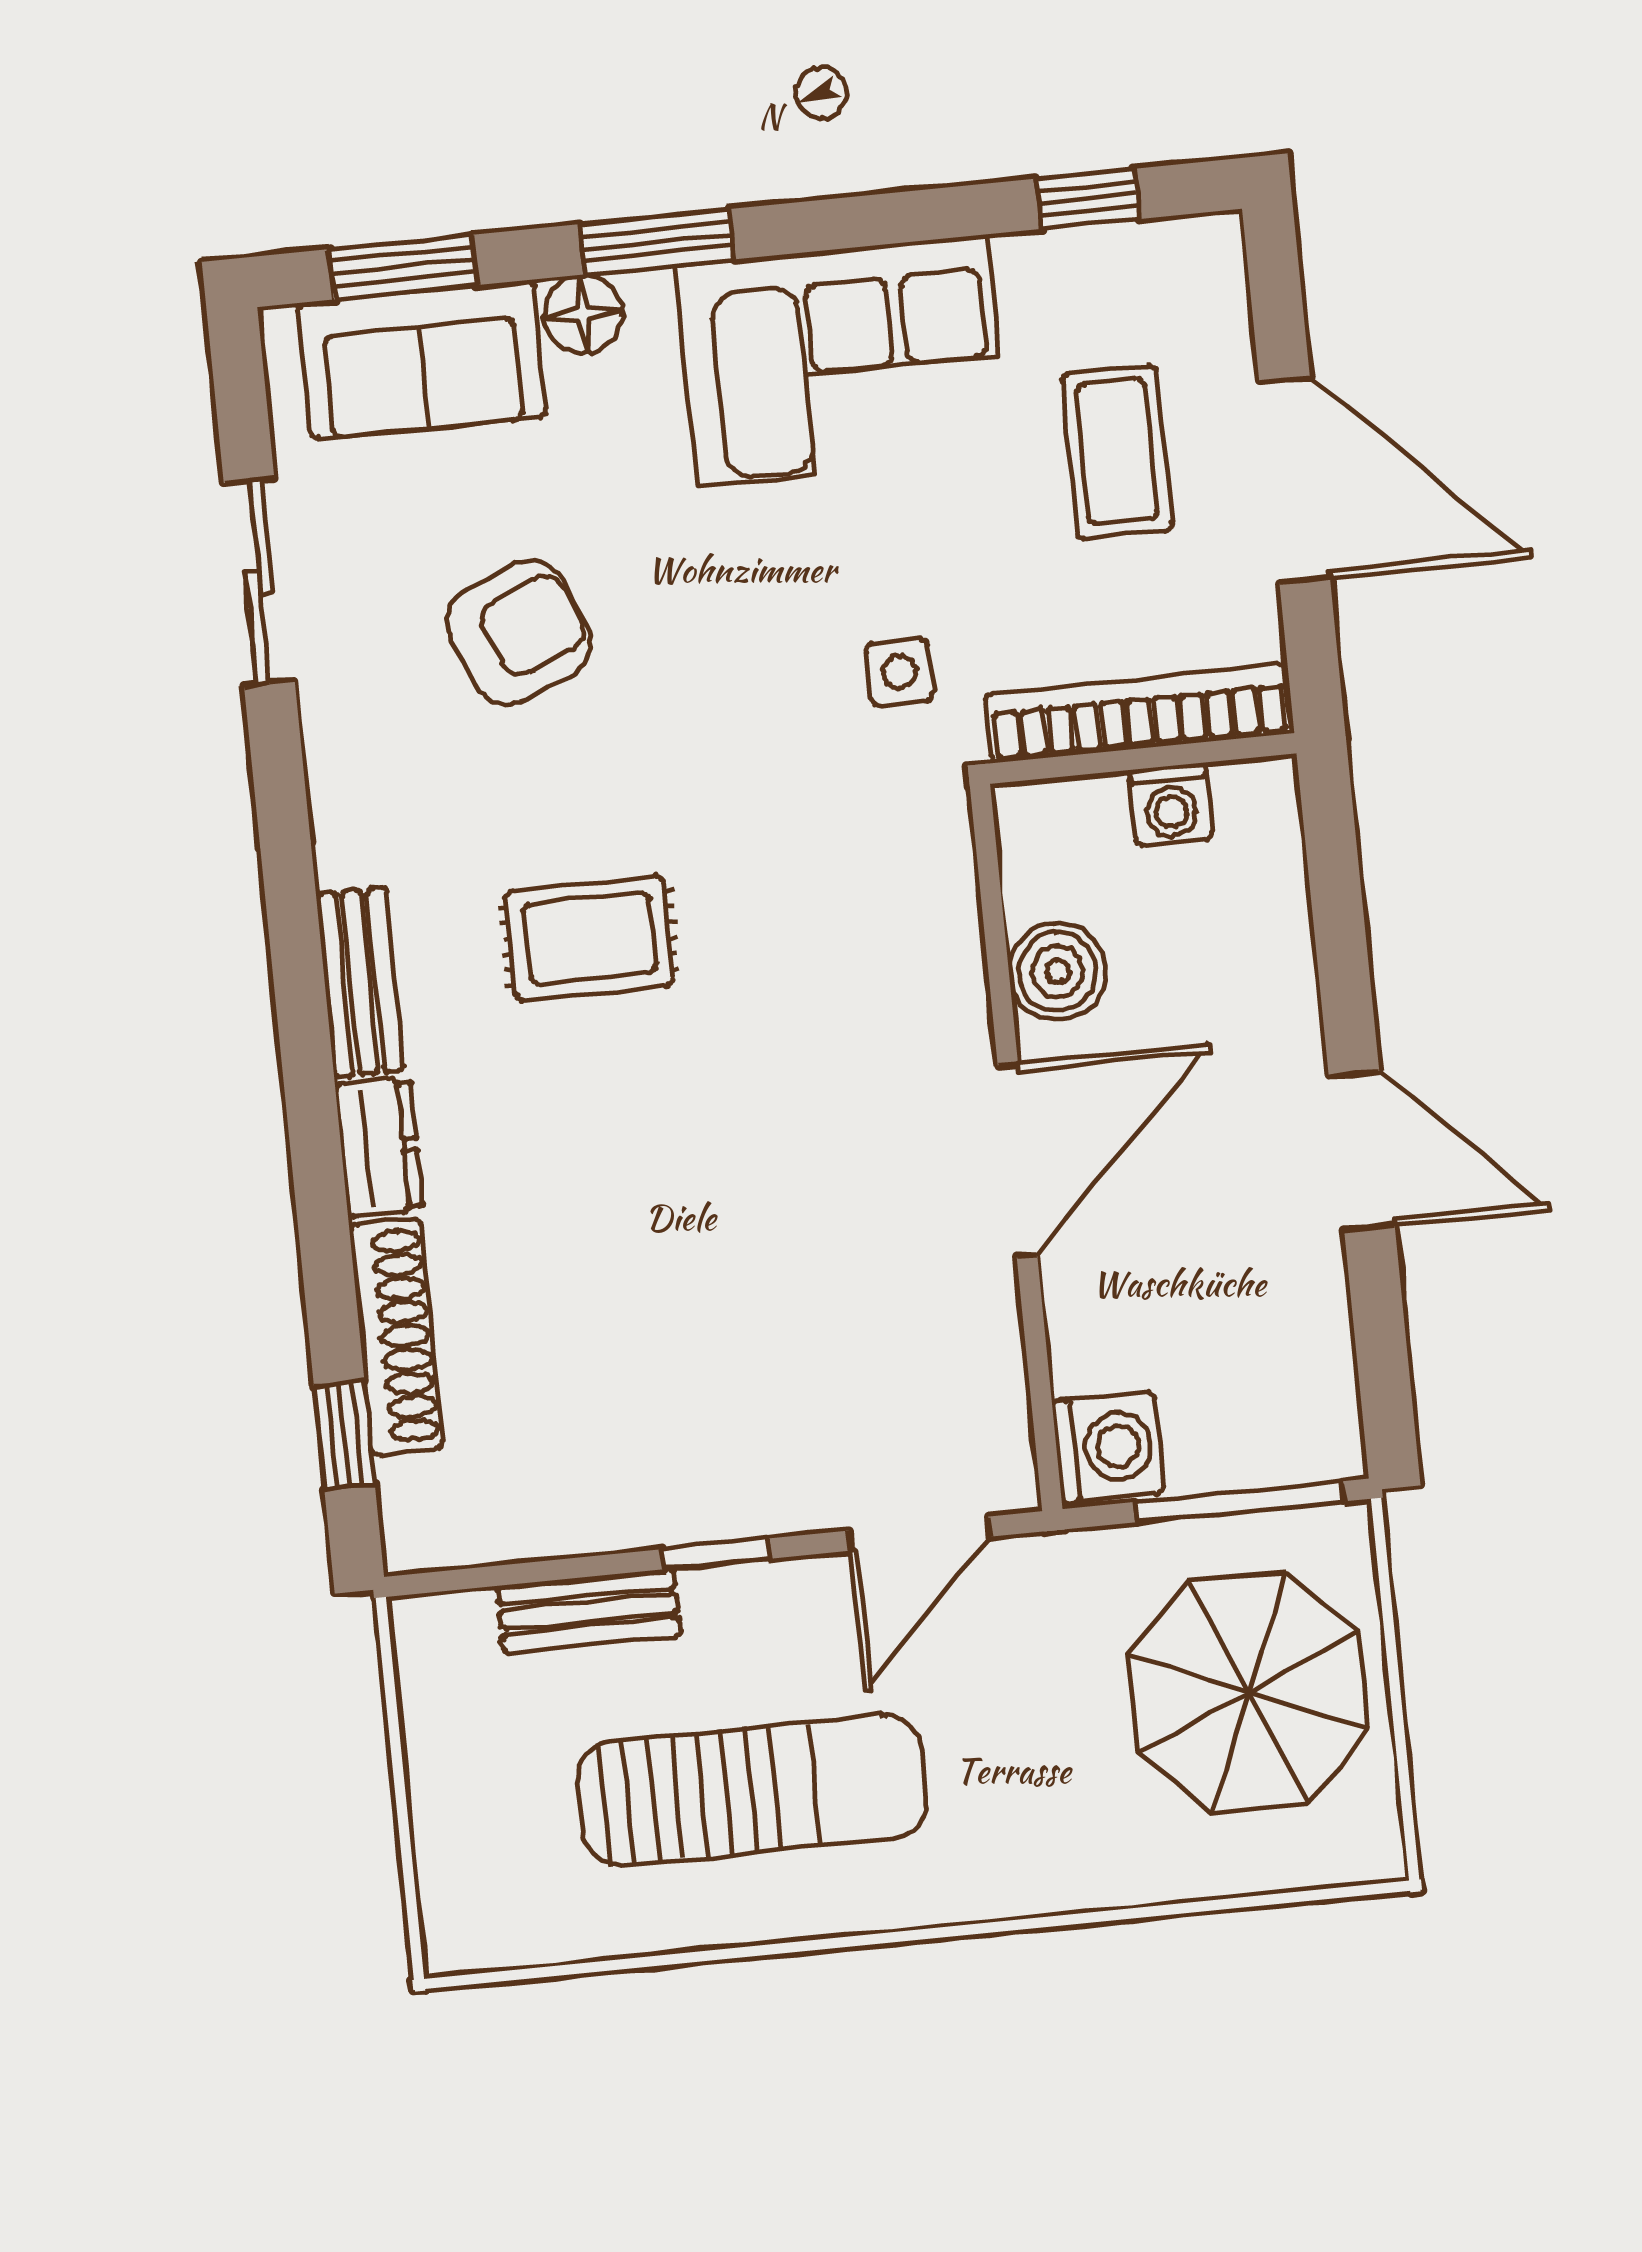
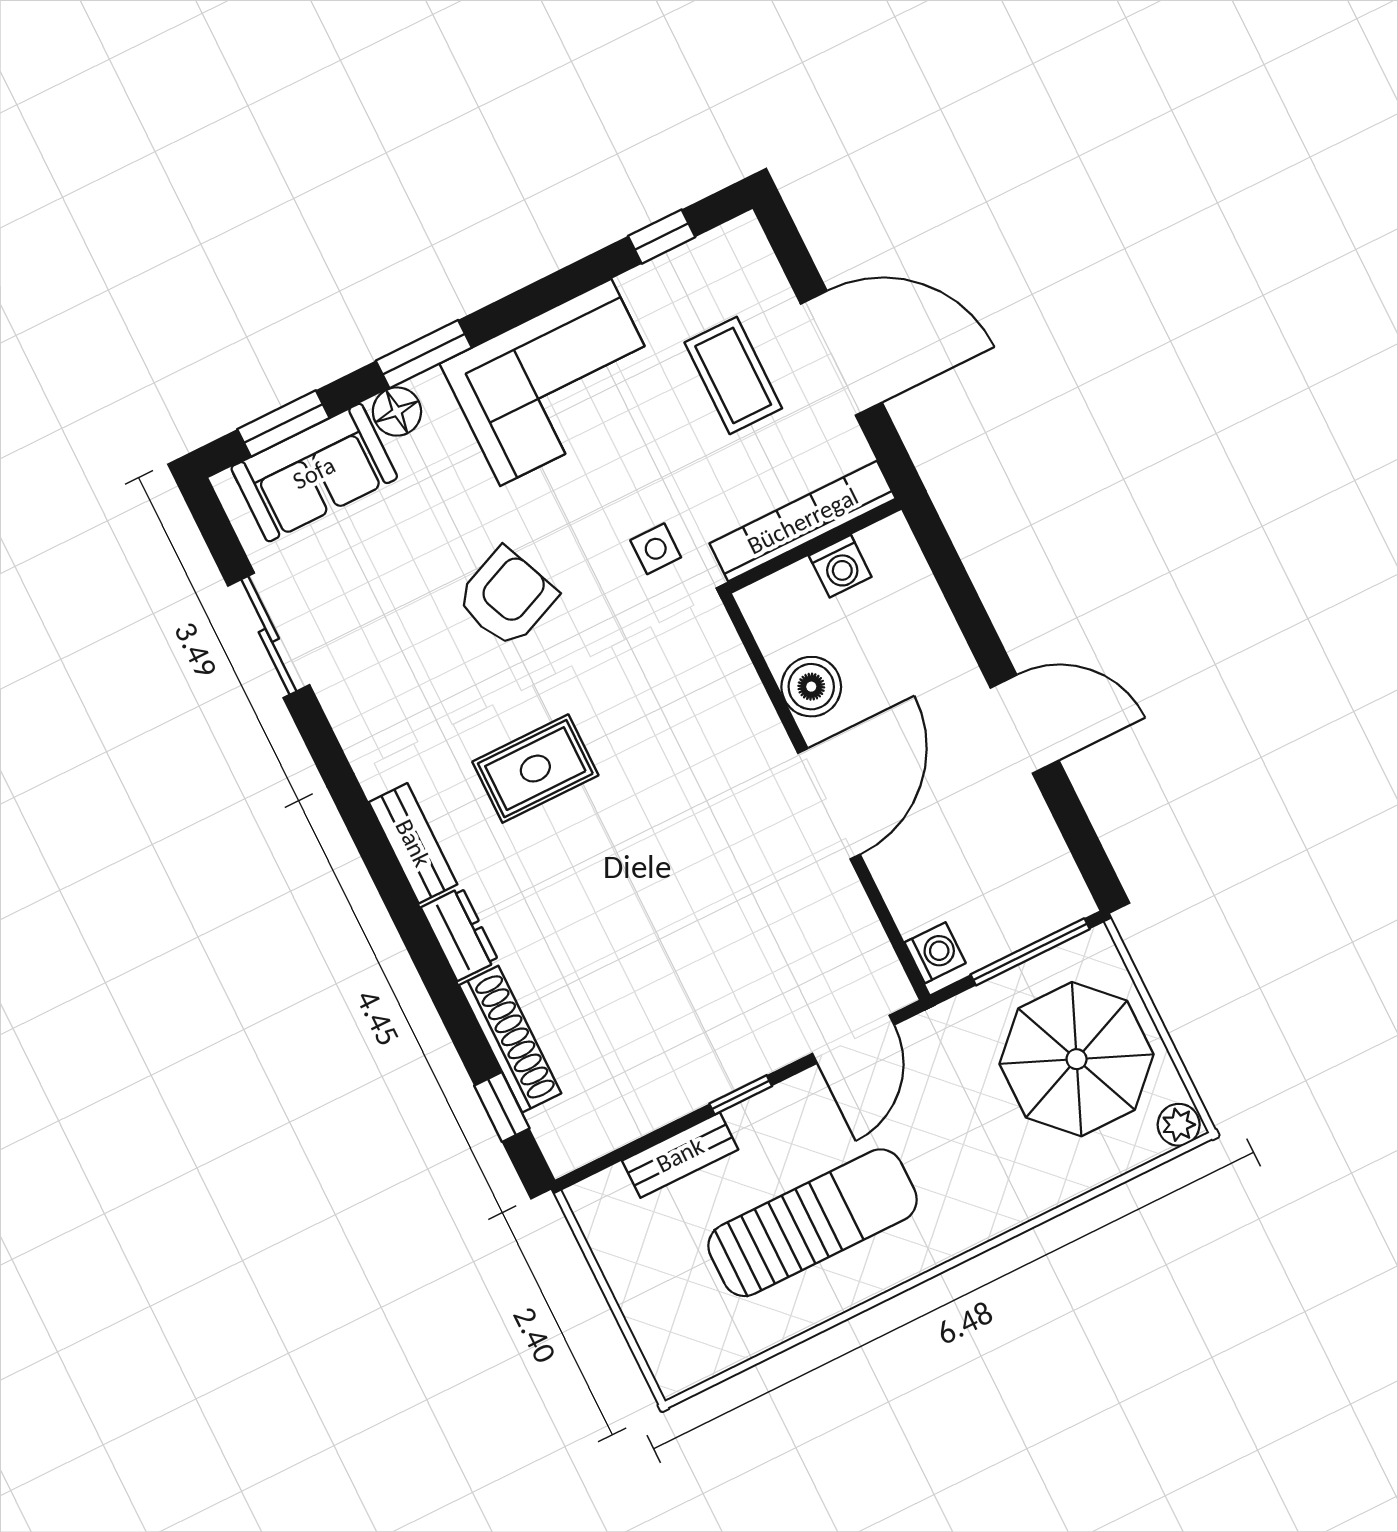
armchair: (519, 633) -> (507, 597), moved
washing machine: (1108, 1447) -> (935, 953), width x0.73, depth x0.73
plant: (1367, 1851) -> (1179, 1125), added

